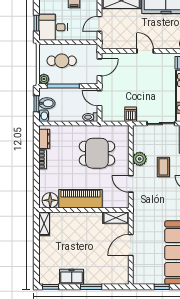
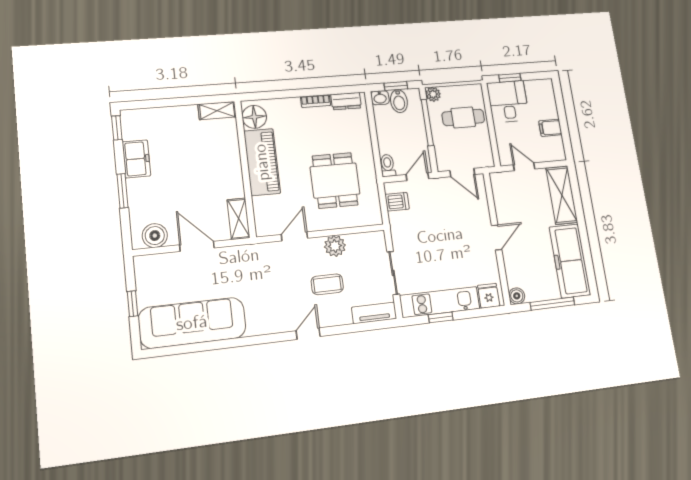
cafe table: (62, 61) -> (463, 117), turned 90
dishwasher: (131, 114) -> (397, 202), moved
boiler: (121, 270) -> (155, 236), added

